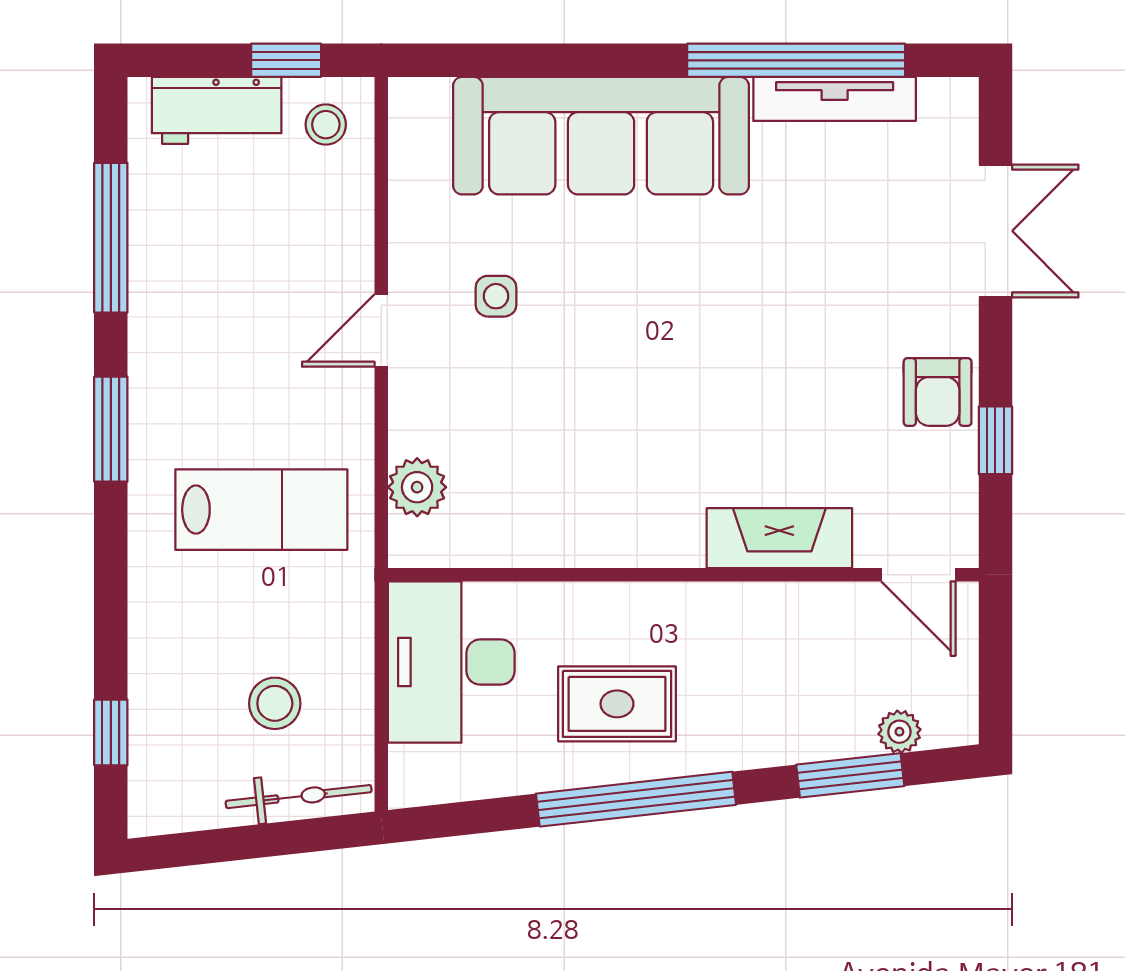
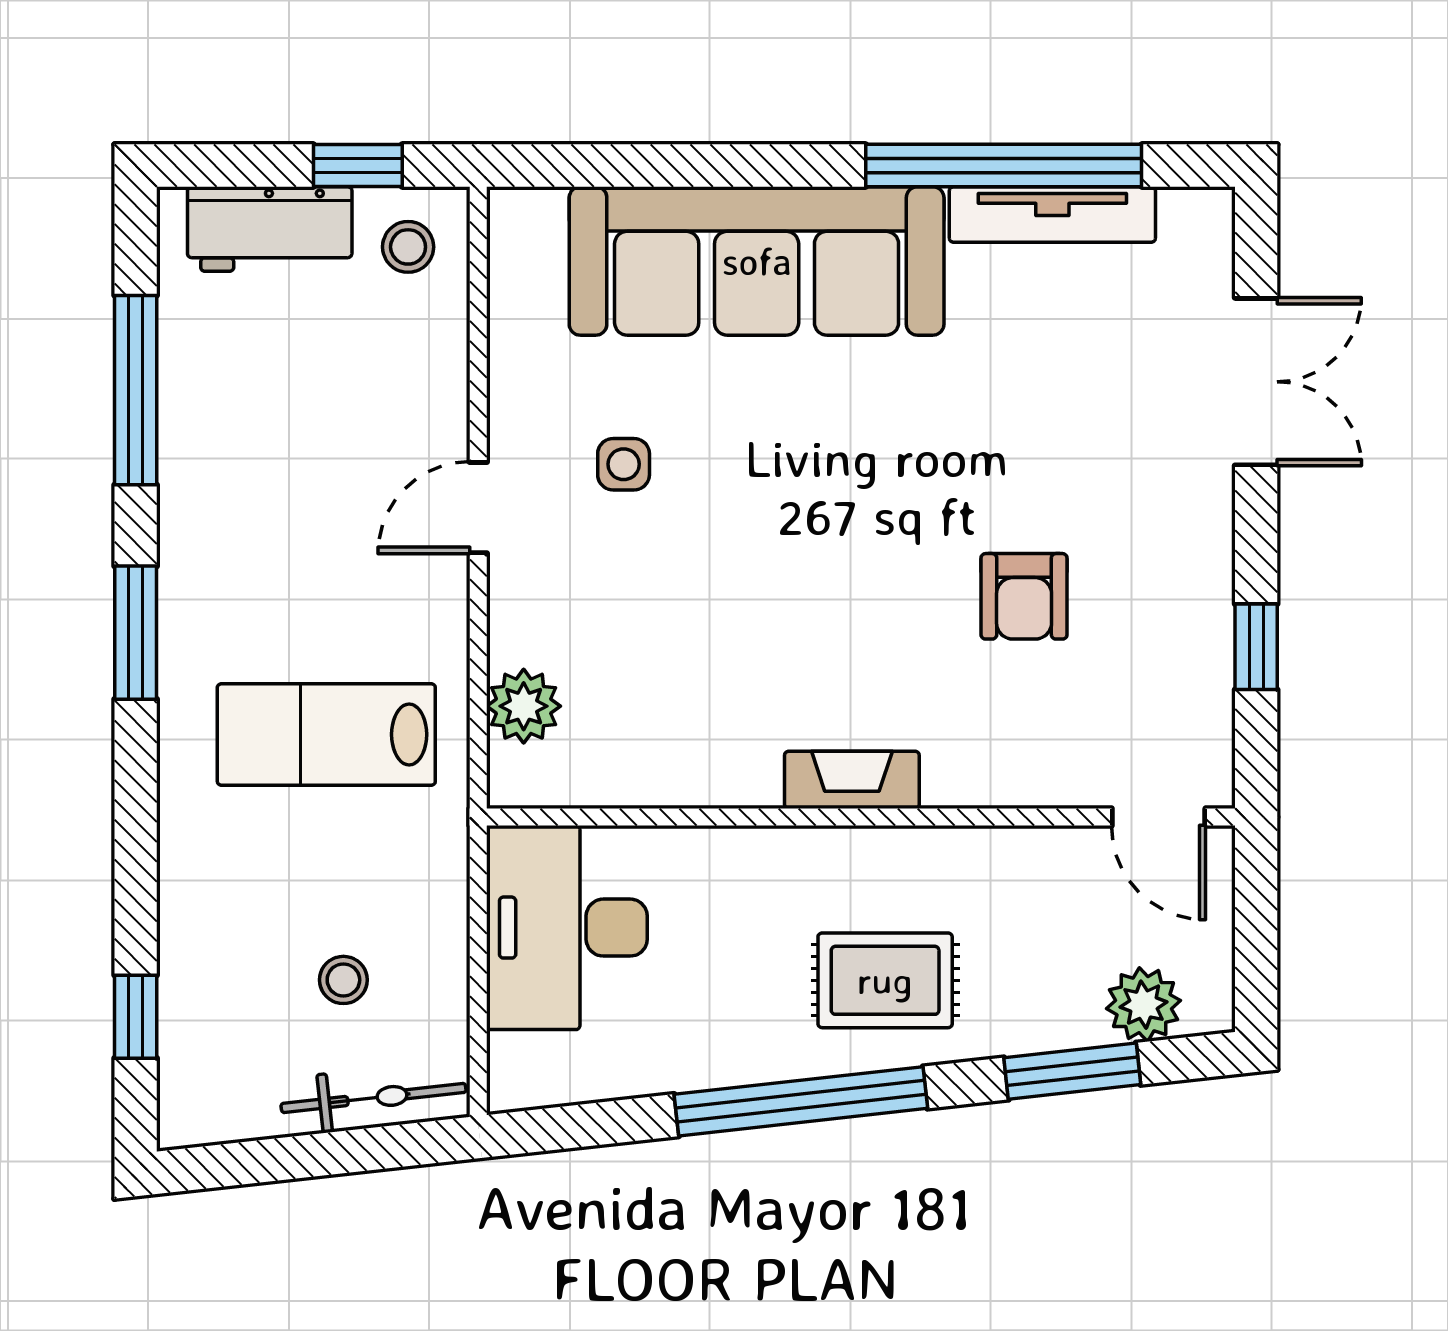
armchair: (938, 392) -> (1024, 596), moved
lab bench: (261, 510) -> (326, 734), turned 180
fireplace: (779, 538) -> (852, 780), moved, width x0.73, depth x0.76
stool: (275, 703) -> (343, 980), width x0.73, depth x0.73
rug: (617, 704) -> (885, 980), moved
plant: (899, 732) -> (1144, 1005), width x1.38, depth x1.38

